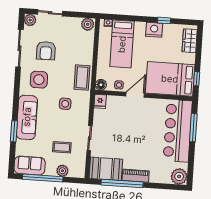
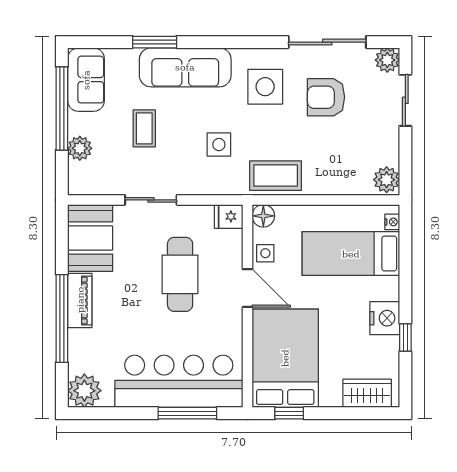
cafe table: (126, 127) -> (180, 274), added
coffee table: (62, 147) -> (144, 128), moved
window: (122, 183) -> (62, 318), moved

